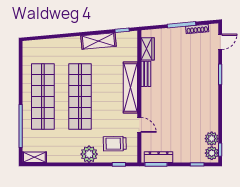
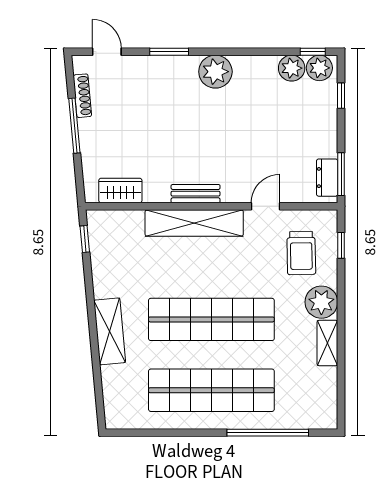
shelving: (98, 41) -> (110, 331), moved
bench: (146, 74) -> (196, 194), moved
plant: (210, 99) -> (215, 72), added
shelving: (34, 157) -> (327, 343), moved
dresser: (159, 157) -> (327, 178), width x0.70

